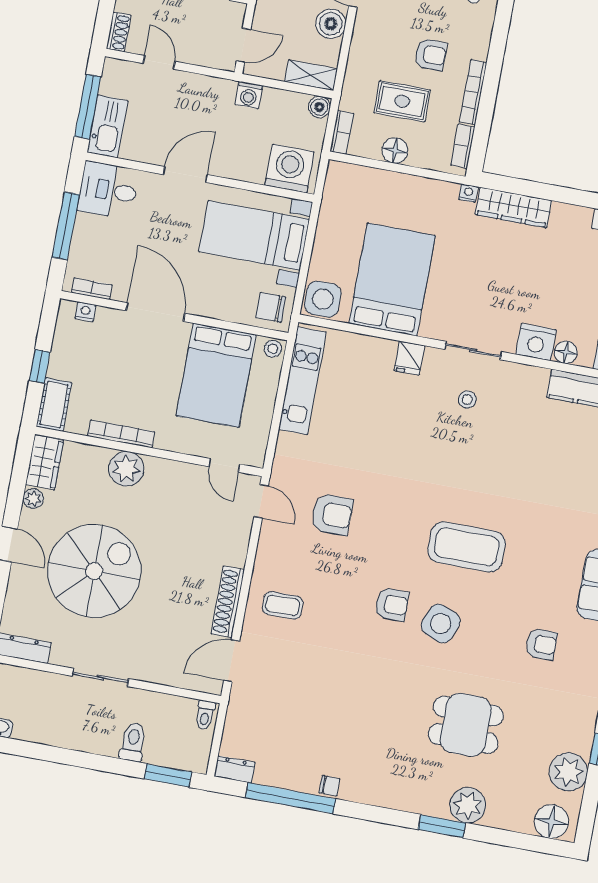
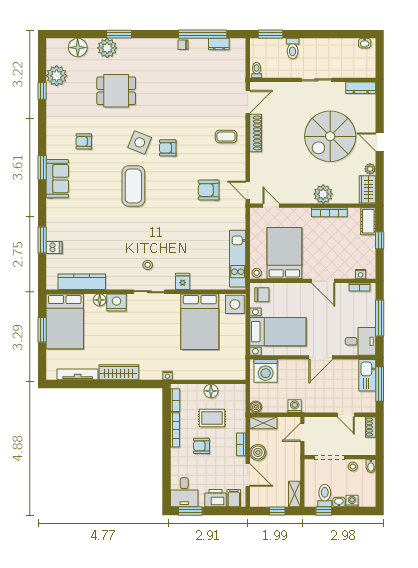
bookcase: (342, 132) -> (241, 444), moved
wardrobe: (514, 207) -> (119, 372), moved
door: (155, 312) -> (323, 281), width x0.73
coffee table: (467, 547) -> (133, 186), turned 90
dresser: (235, 769) -> (219, 44), moved
floor lamp: (551, 822) -> (78, 48), moved

